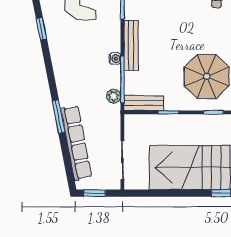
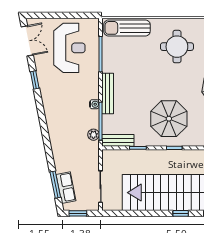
window: (59, 117) -> (55, 185), moved
row of seats: (76, 143) -> (66, 188), width x0.50

